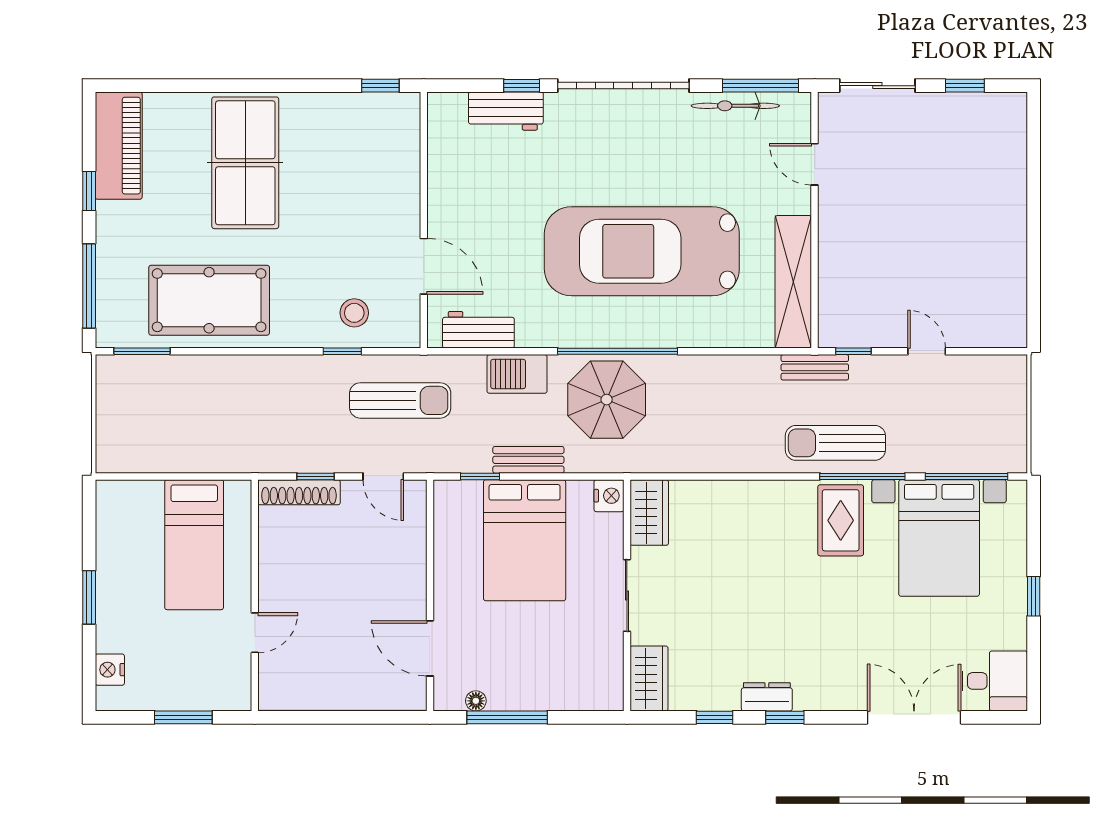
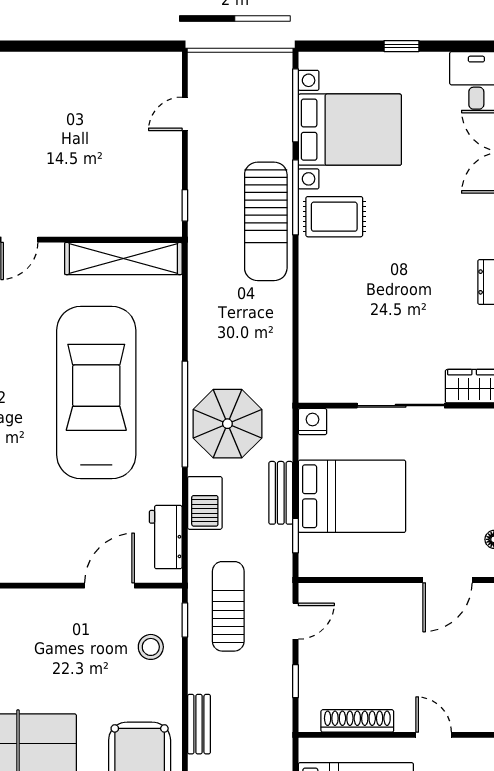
car: (642, 251) -> (96, 393), turned 180
window: (342, 351) -> (185, 620), moved
door: (927, 351) -> (185, 114), moved
bench: (815, 367) -> (199, 724), moved
sun lounger: (835, 443) -> (266, 221), width x1.36, depth x1.34
shoe rack: (299, 492) -> (357, 721), moved, turned -90
wardrobe: (649, 513) -> (327, 386), removed
sliding door: (627, 595) -> (401, 406), width x1.37

